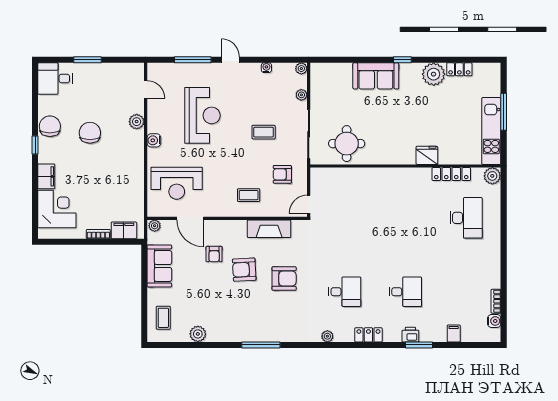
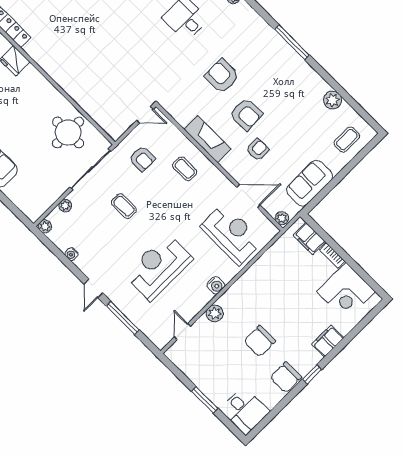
corner desk: (57, 209) -> (346, 292), moved, turned -90
door: (190, 218) -> (248, 196), hinge flipped
fireplace: (269, 229) -> (207, 139), moved

